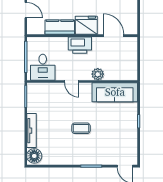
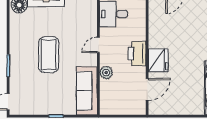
kitchen counter: (60, 27) -> (156, 32), removed
coffee table: (81, 128) -> (49, 55), width x1.86, depth x1.72

